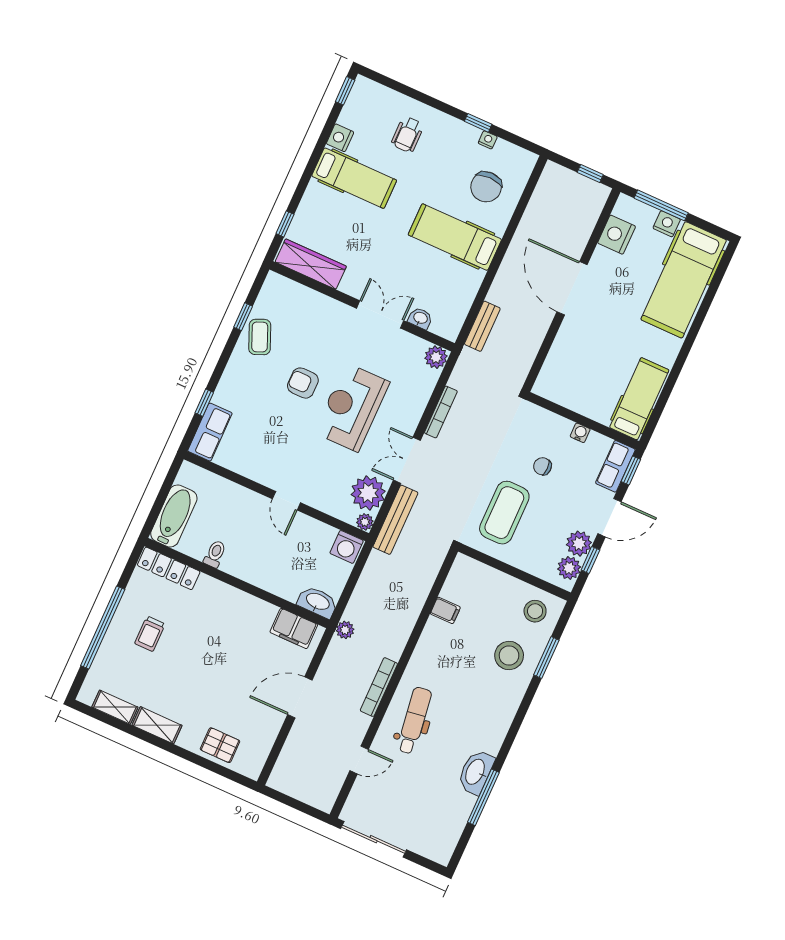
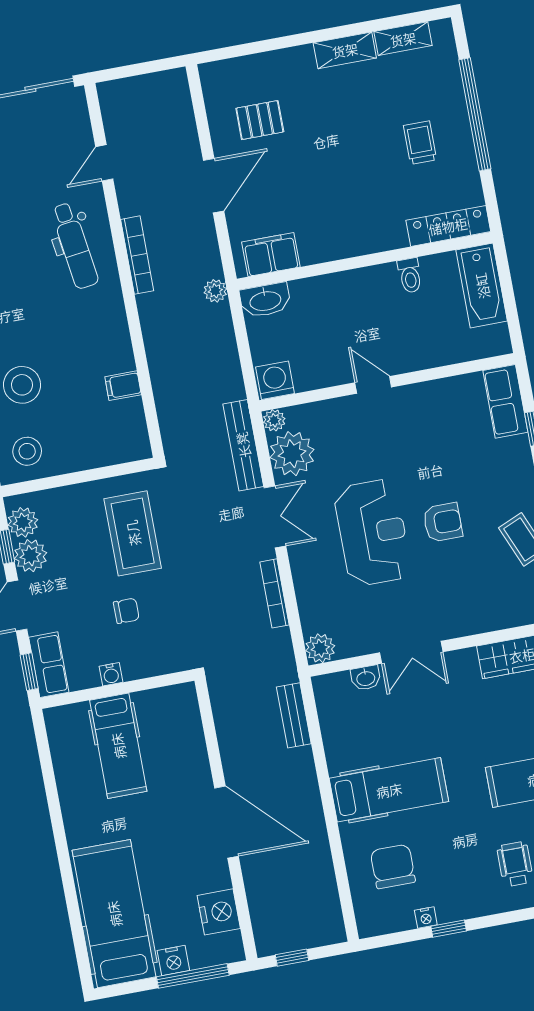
hospital bed: (639, 399) -> (118, 746), moved
pallet: (220, 745) -> (260, 120), moved

